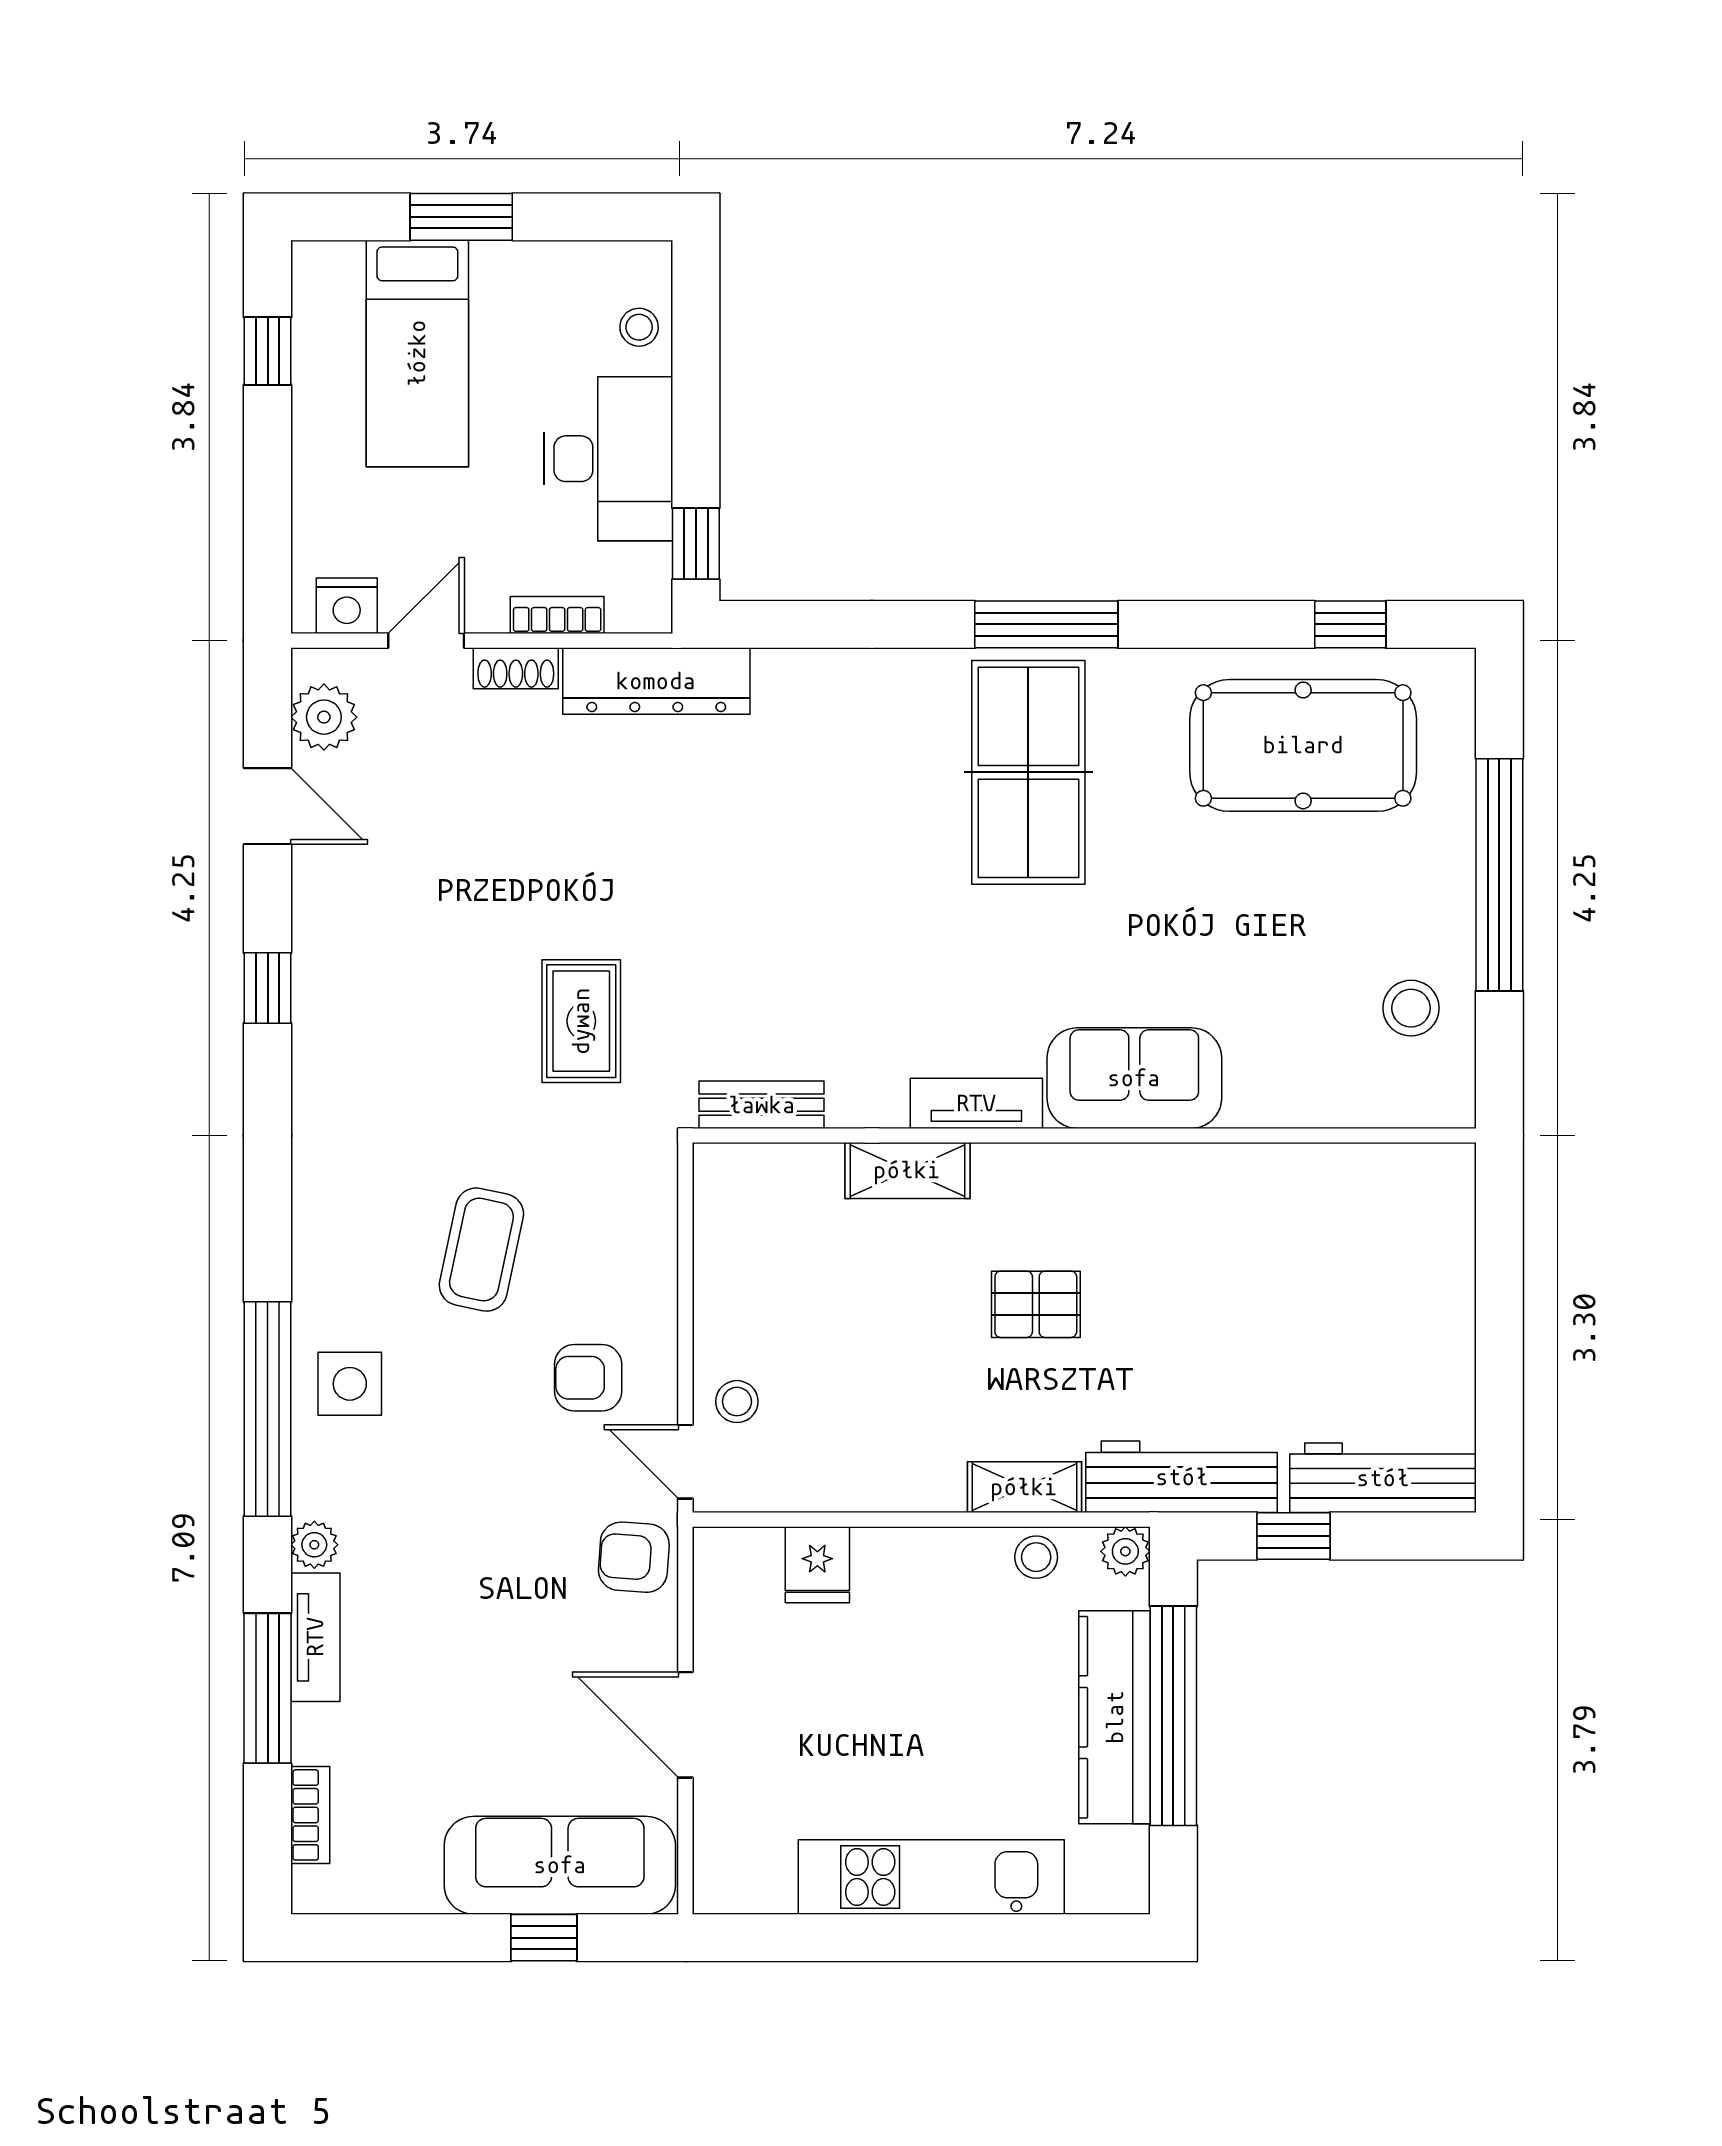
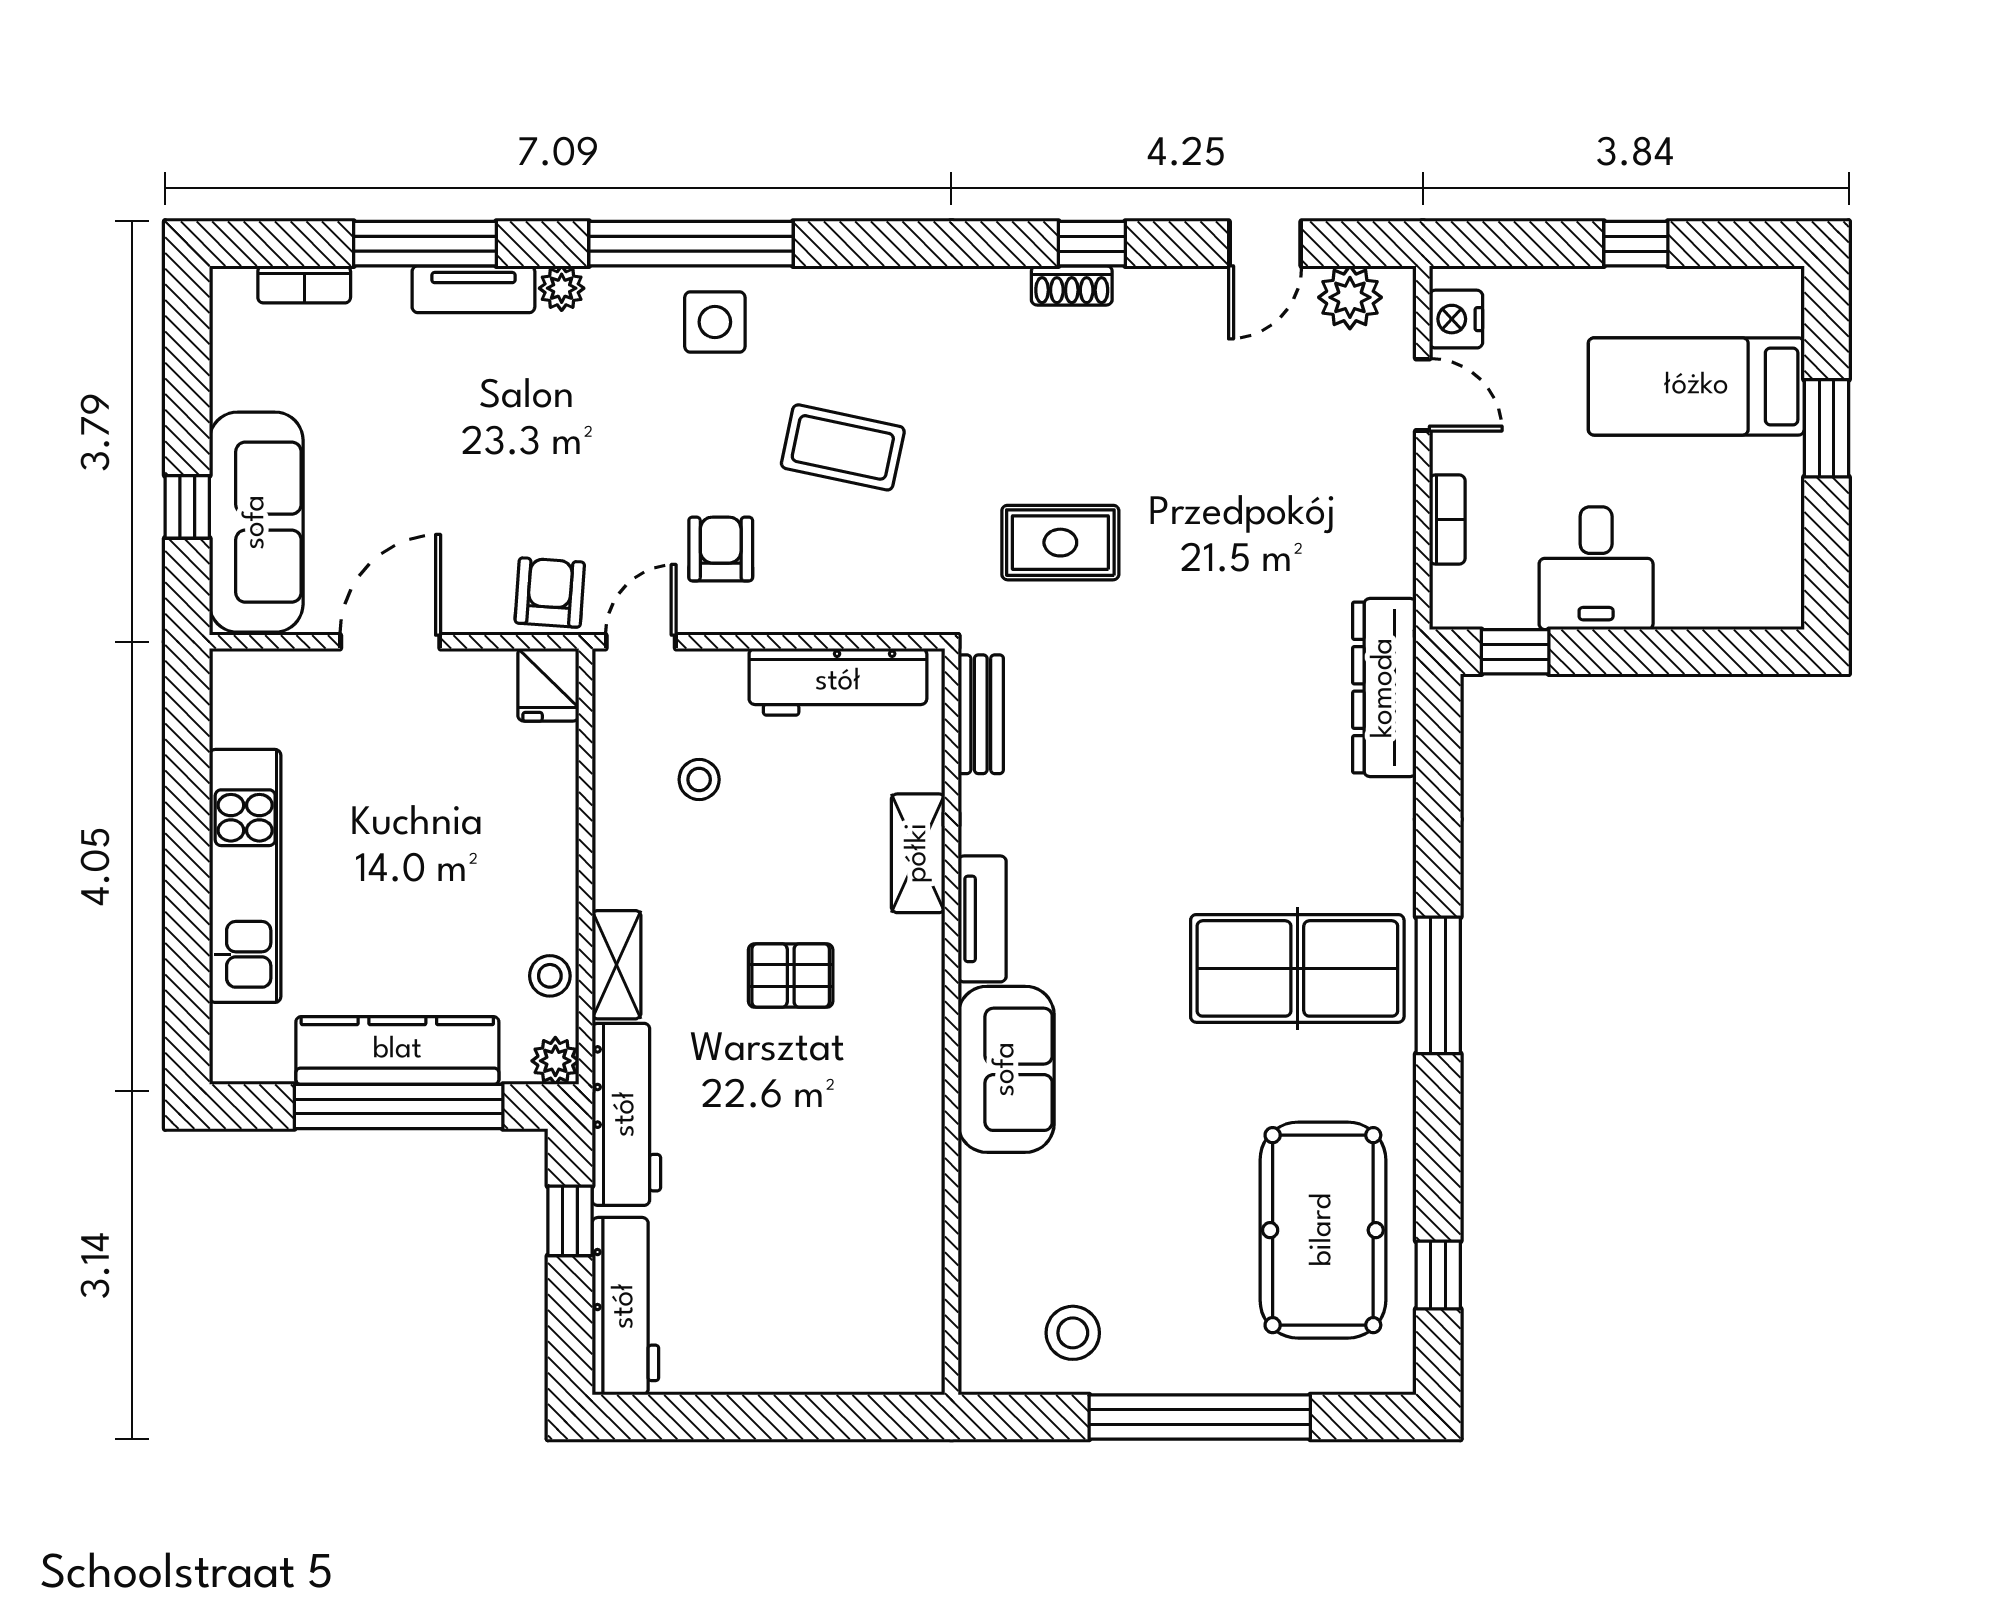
stool: (639, 327) -> (1721, 598), removed
window: (268, 351) -> (1636, 244), moved
desk: (608, 459) -> (1596, 568), width x0.73
shoe rack: (516, 668) -> (1072, 285), moved, turned -90
dresser: (656, 681) -> (1384, 688), moved
workbench: (728, 1255) -> (838, 682), added
pallet: (1036, 1304) -> (791, 976), turned 90
stool: (737, 1402) -> (699, 780), moved
fridge: (817, 1565) -> (548, 685), moved, turned -90

